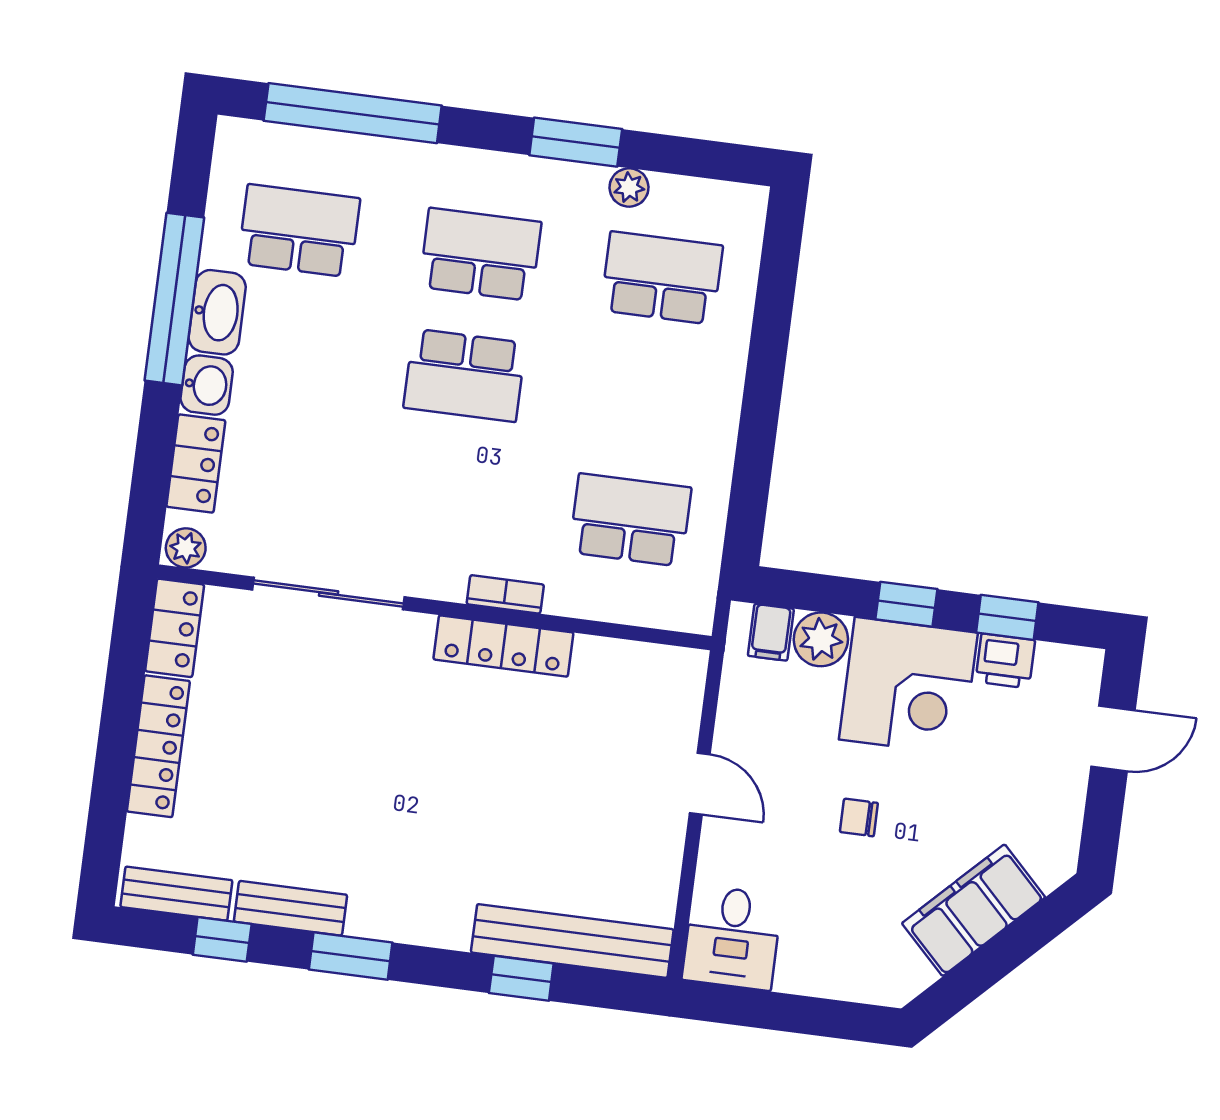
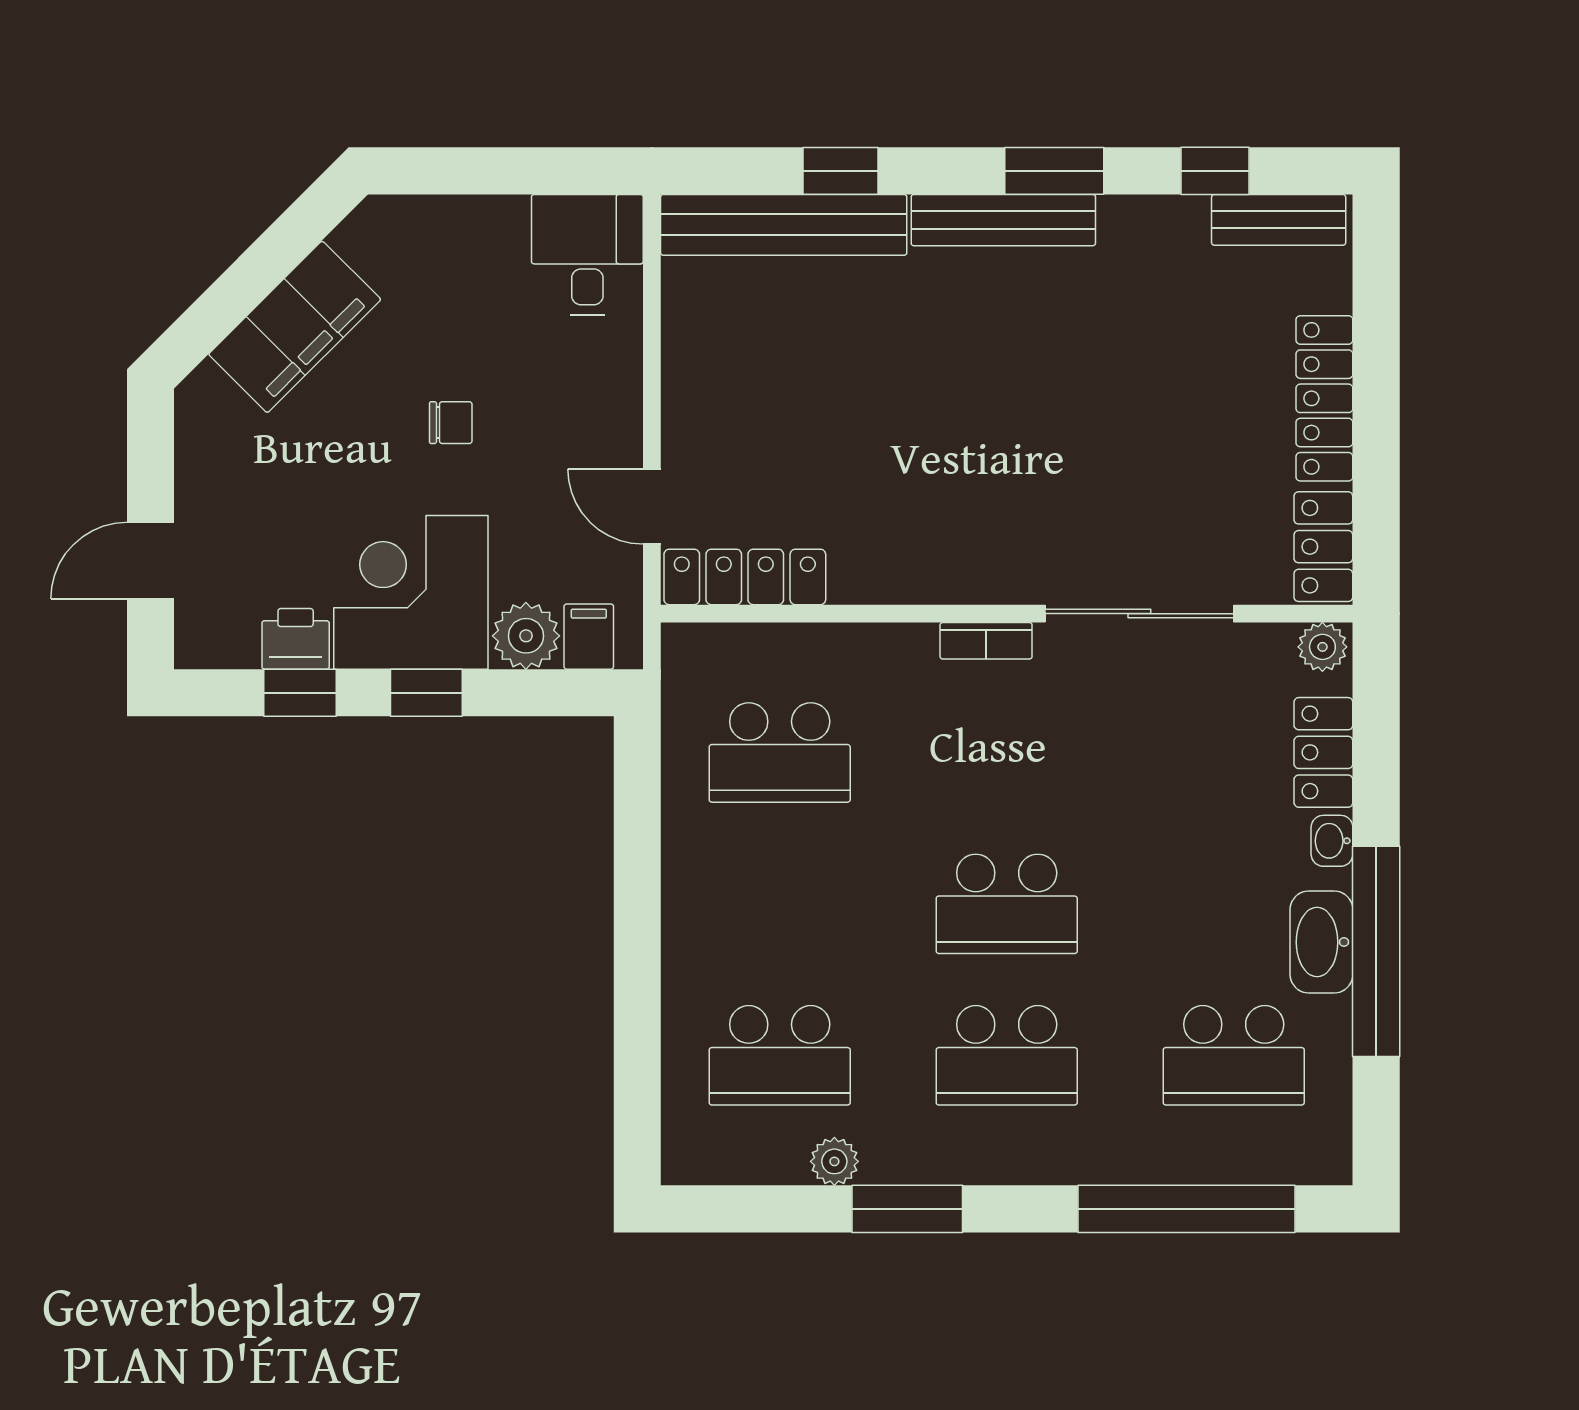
school desk: (465, 375) -> (1007, 904), turned 180
washbasin: (207, 385) -> (1332, 841), width x0.72, depth x0.69
bookcase: (505, 594) -> (986, 641), moved
locker: (503, 646) -> (745, 577), moved
door: (700, 784) -> (652, 507), moved
bench: (290, 908) -> (1003, 220), moved, width x1.36

